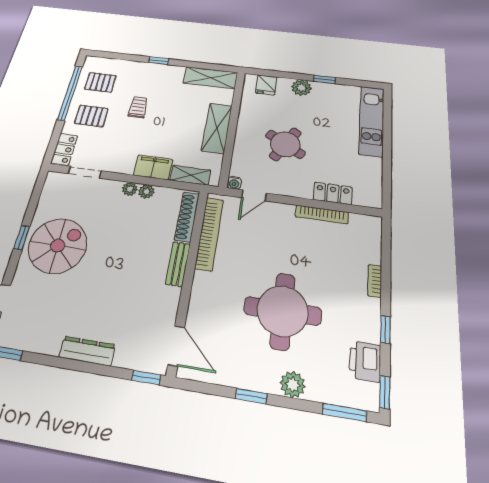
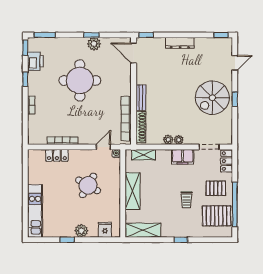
pallet: (100, 82) -> (217, 216), width x1.50, depth x1.42
filing cabinet: (153, 167) -> (183, 157), moved
plant: (293, 384) -> (94, 44), moved

